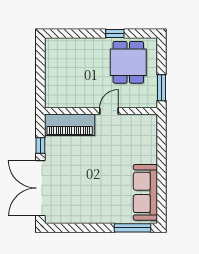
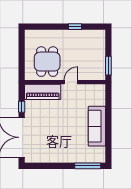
dining table: (128, 62) -> (47, 62), moved
sofa: (145, 192) -> (97, 126), moved

